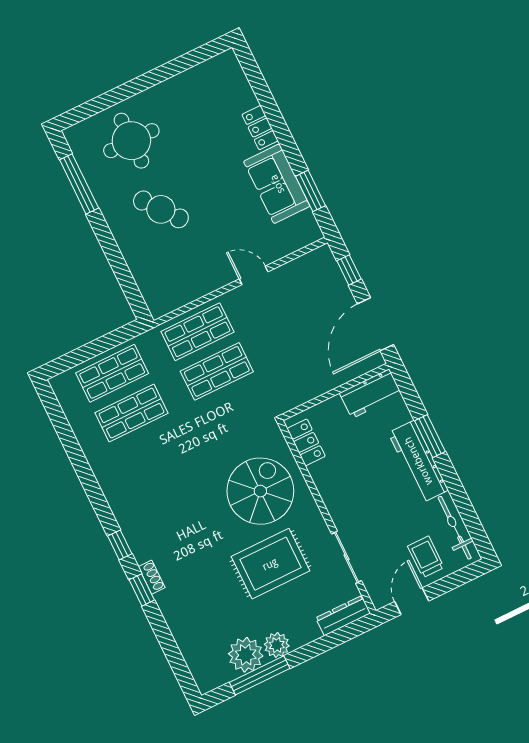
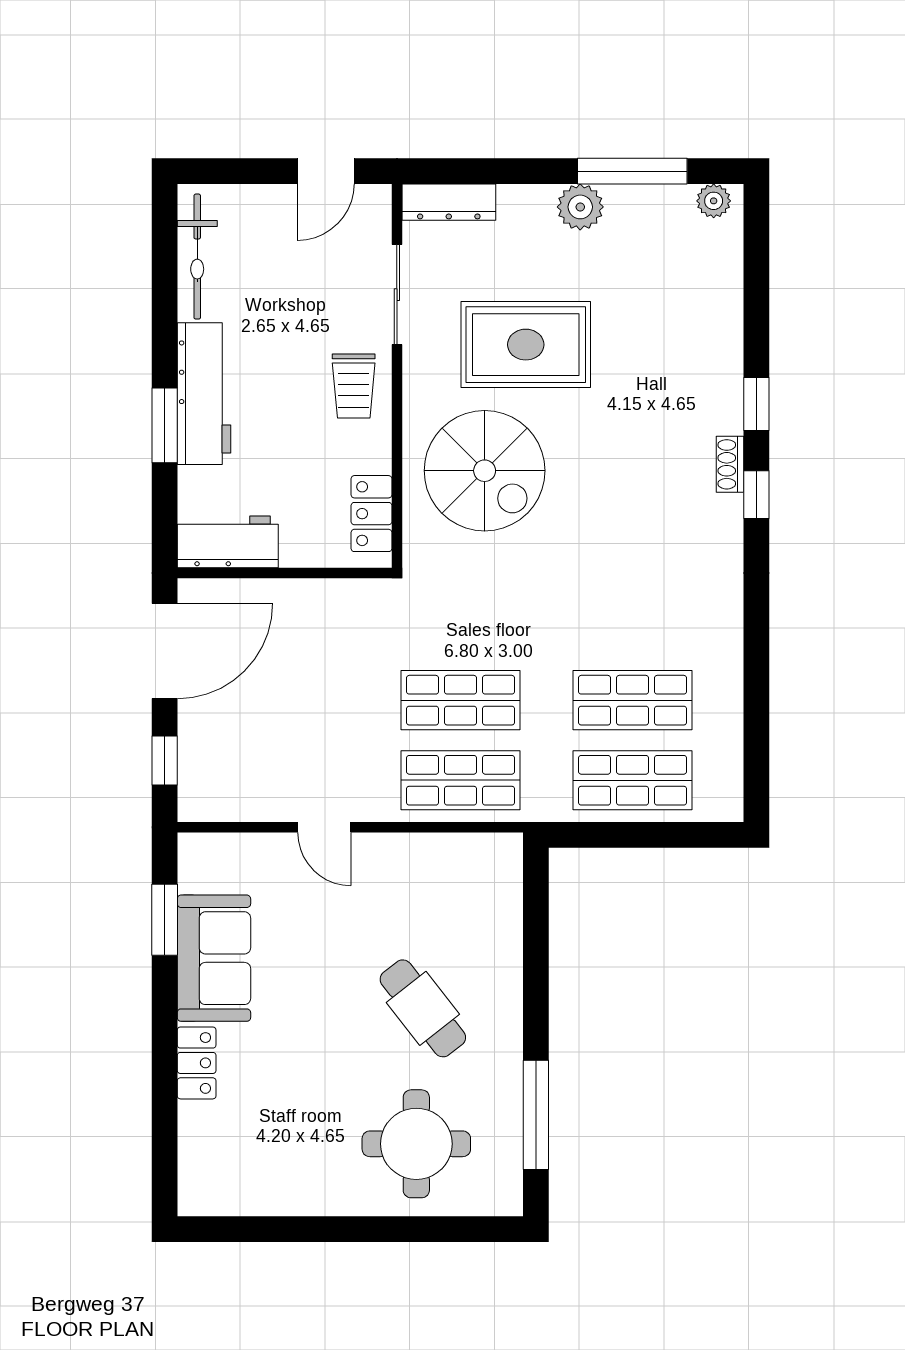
spiral stairs: (260, 491) -> (485, 471), turned -90
trolley: (426, 557) -> (354, 386), moved
shoe rack: (152, 577) -> (730, 464), moved
plant: (246, 655) -> (714, 201), moved, width x0.53, depth x0.53

